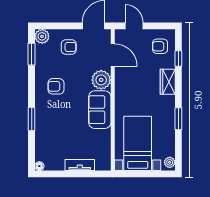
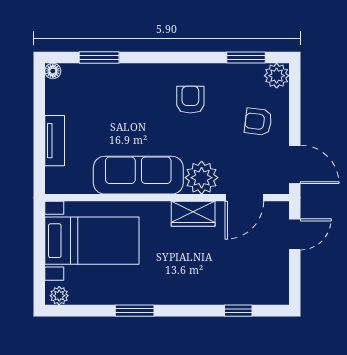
armchair: (160, 46) -> (259, 279), removed
armchair: (69, 47) -> (258, 122), turned 97
wardrobe: (168, 82) -> (193, 214), moved, turned 180
sofa: (100, 110) -> (138, 175), width x1.36
window: (32, 119) -> (99, 57), moved

